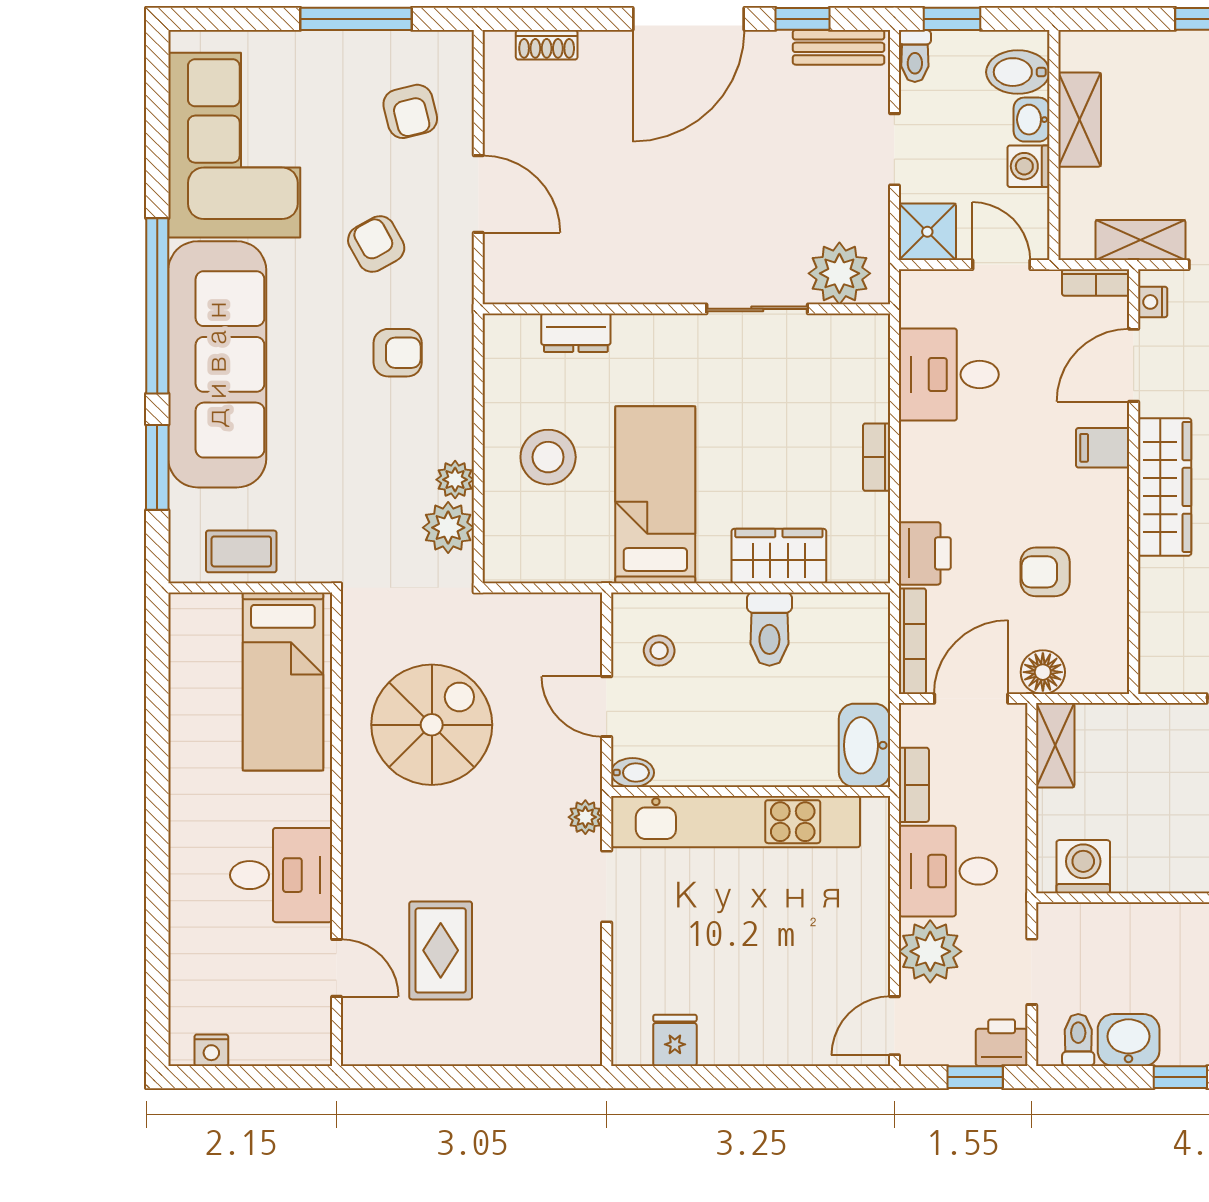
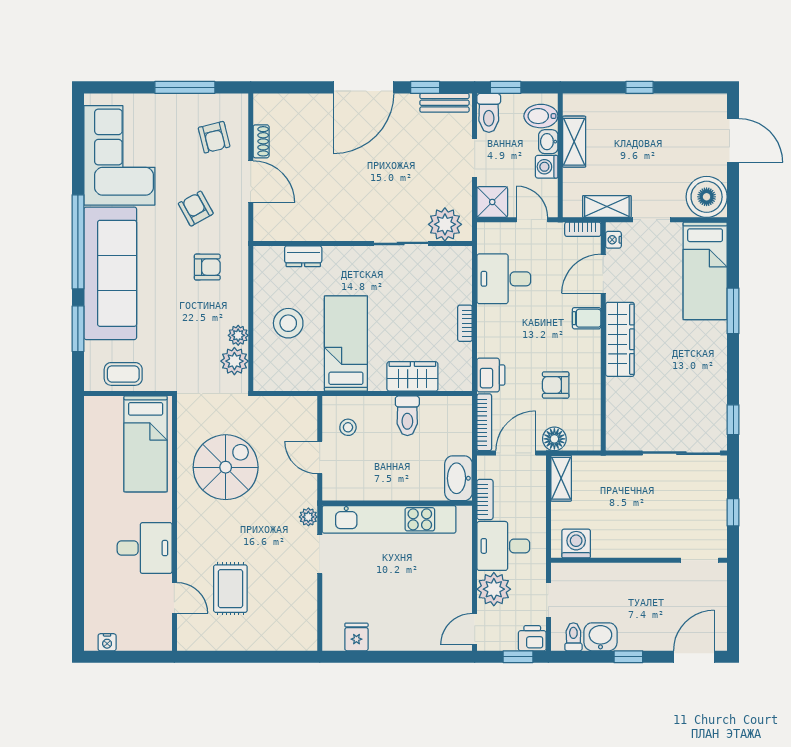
shoe rack: (547, 45) -> (261, 141), moved, turned -90
toilet: (915, 56) -> (489, 113), width x1.37, depth x1.39
bidet: (633, 773) -> (334, 493), removed

